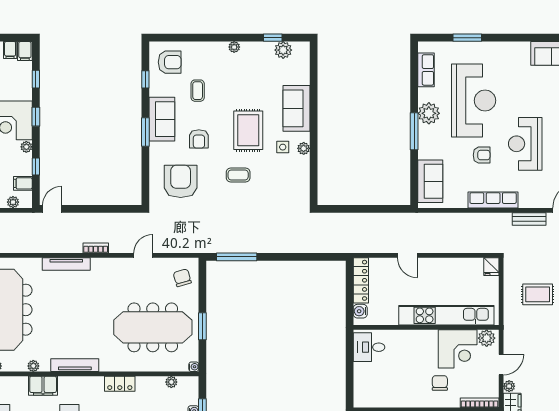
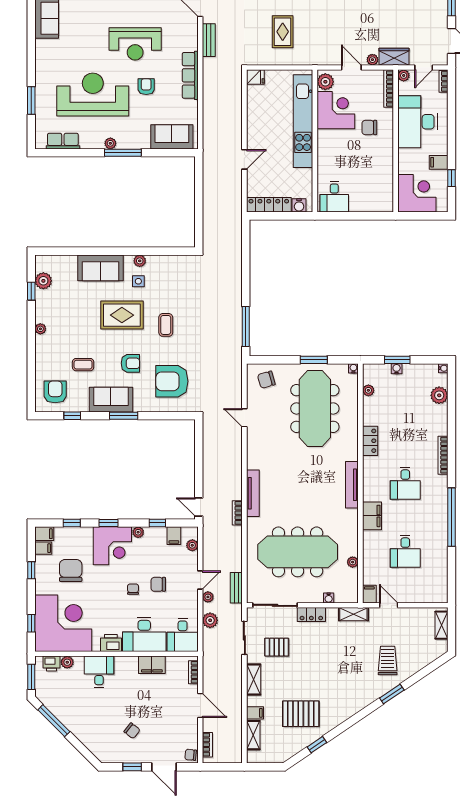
plant: (429, 113) -> (110, 143), width x0.53, depth x0.53
bookcase: (96, 248) -> (237, 513), moved
plant: (33, 366) -> (353, 525), removed

